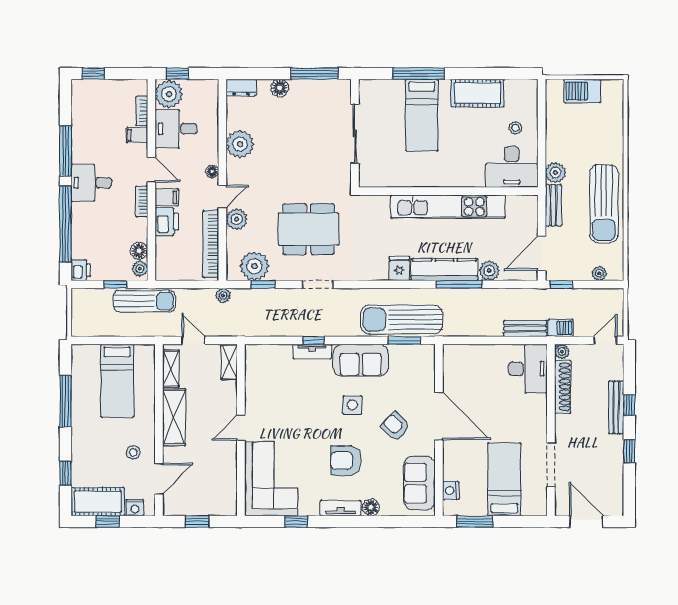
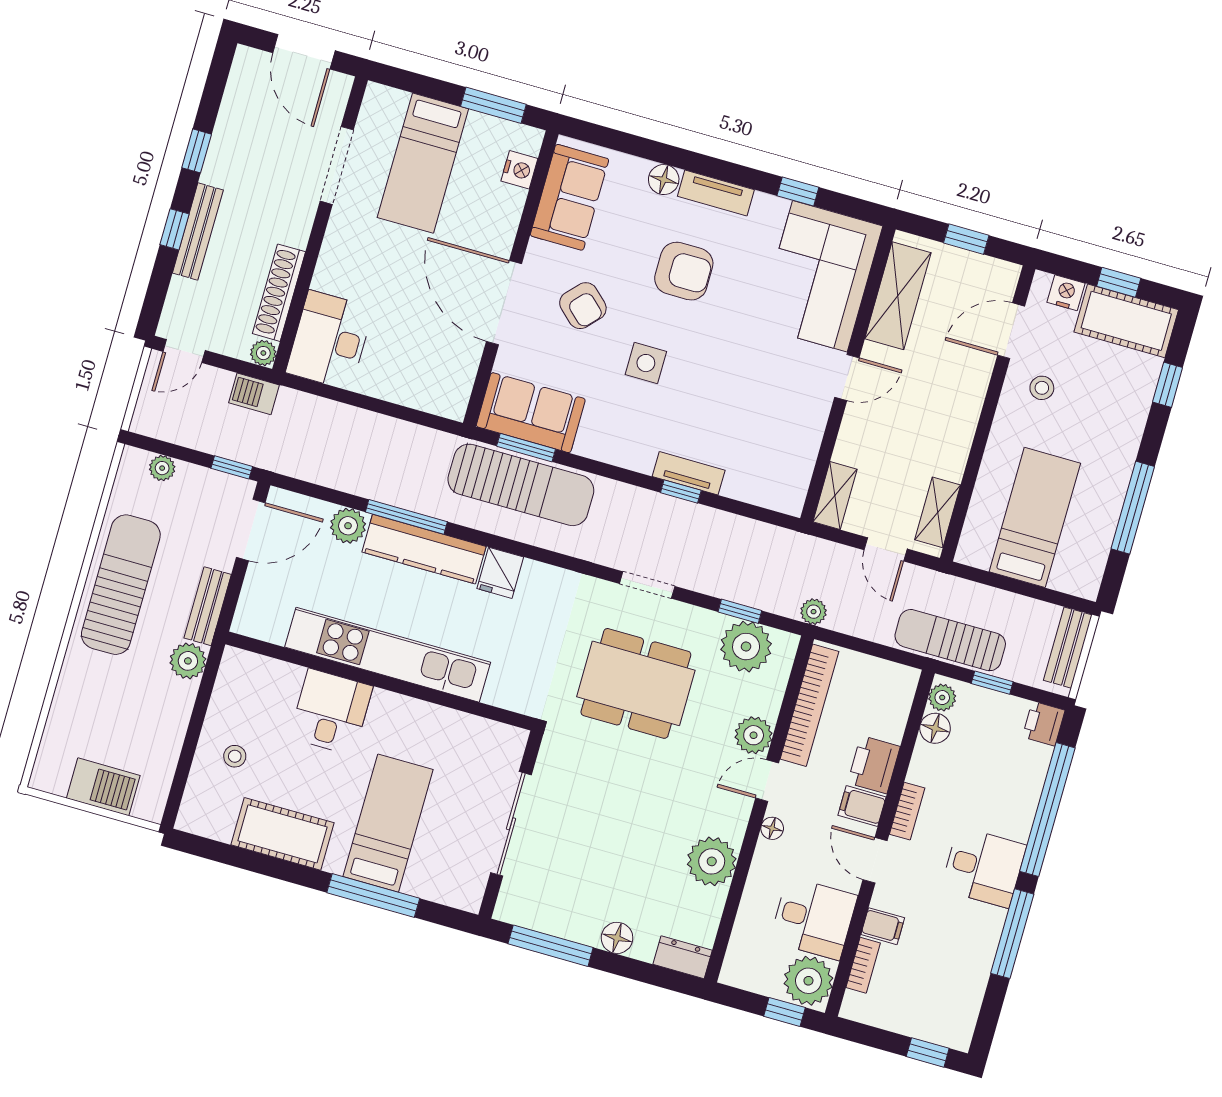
desk: (512, 167) -> (331, 712), moved, width x0.73
bench: (525, 328) -> (1068, 648), moved, turned 90
sofa: (361, 360) -> (531, 413), moved
shelving: (174, 417) -> (898, 296), moved

